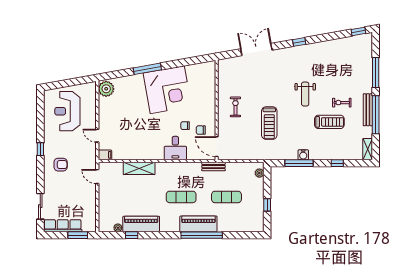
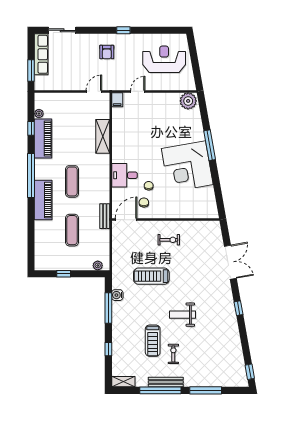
water cooler: (303, 155) -> (117, 295), moved
window: (202, 235) -> (31, 175), moved

